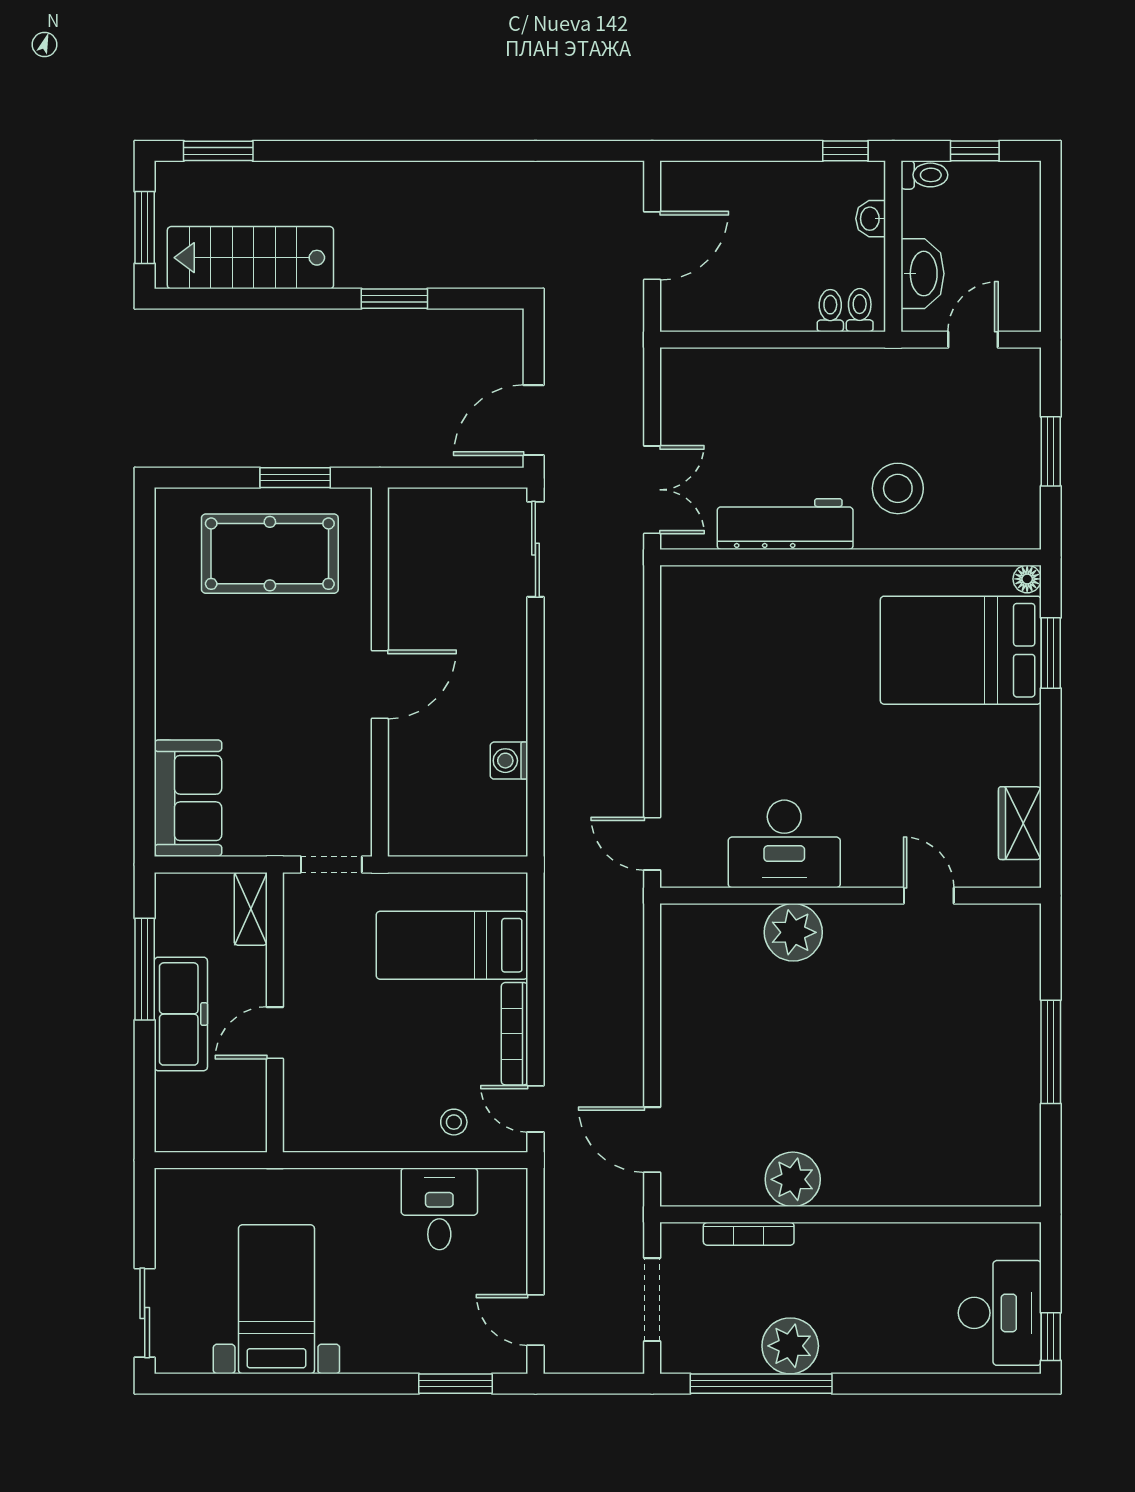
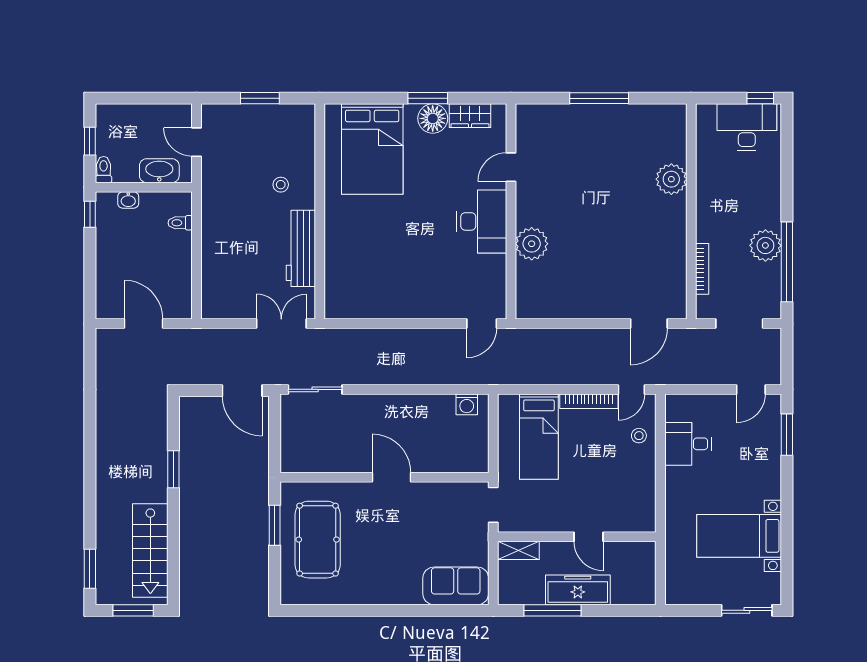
toilet: (860, 310) -> (180, 206), removed
stool: (898, 488) -> (281, 185), width x0.53, depth x0.53
floor lamp: (1027, 579) -> (433, 118), moved, width x1.89, depth x1.89
window: (1051, 653) -> (428, 98), moved
washing machine: (509, 761) -> (467, 404), moved
desk: (784, 844) -> (482, 221), moved
plant: (793, 1179) -> (671, 179), moved

